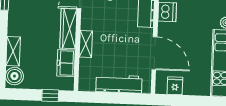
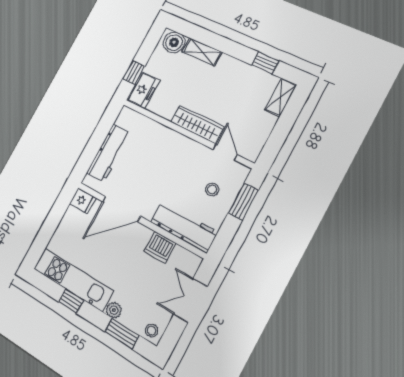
shelving: (86, 44) -> (170, 136), removed
freezer: (66, 63) -> (143, 90), moved, turned 90
fridge: (175, 86) -> (83, 201), moved

